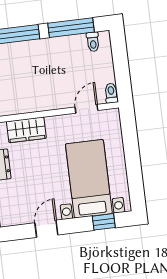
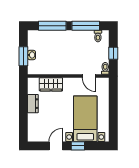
window: (121, 67) -> (113, 53), added
door: (87, 109) -> (89, 76), swing flipped
window: (104, 222) -> (78, 146), moved

